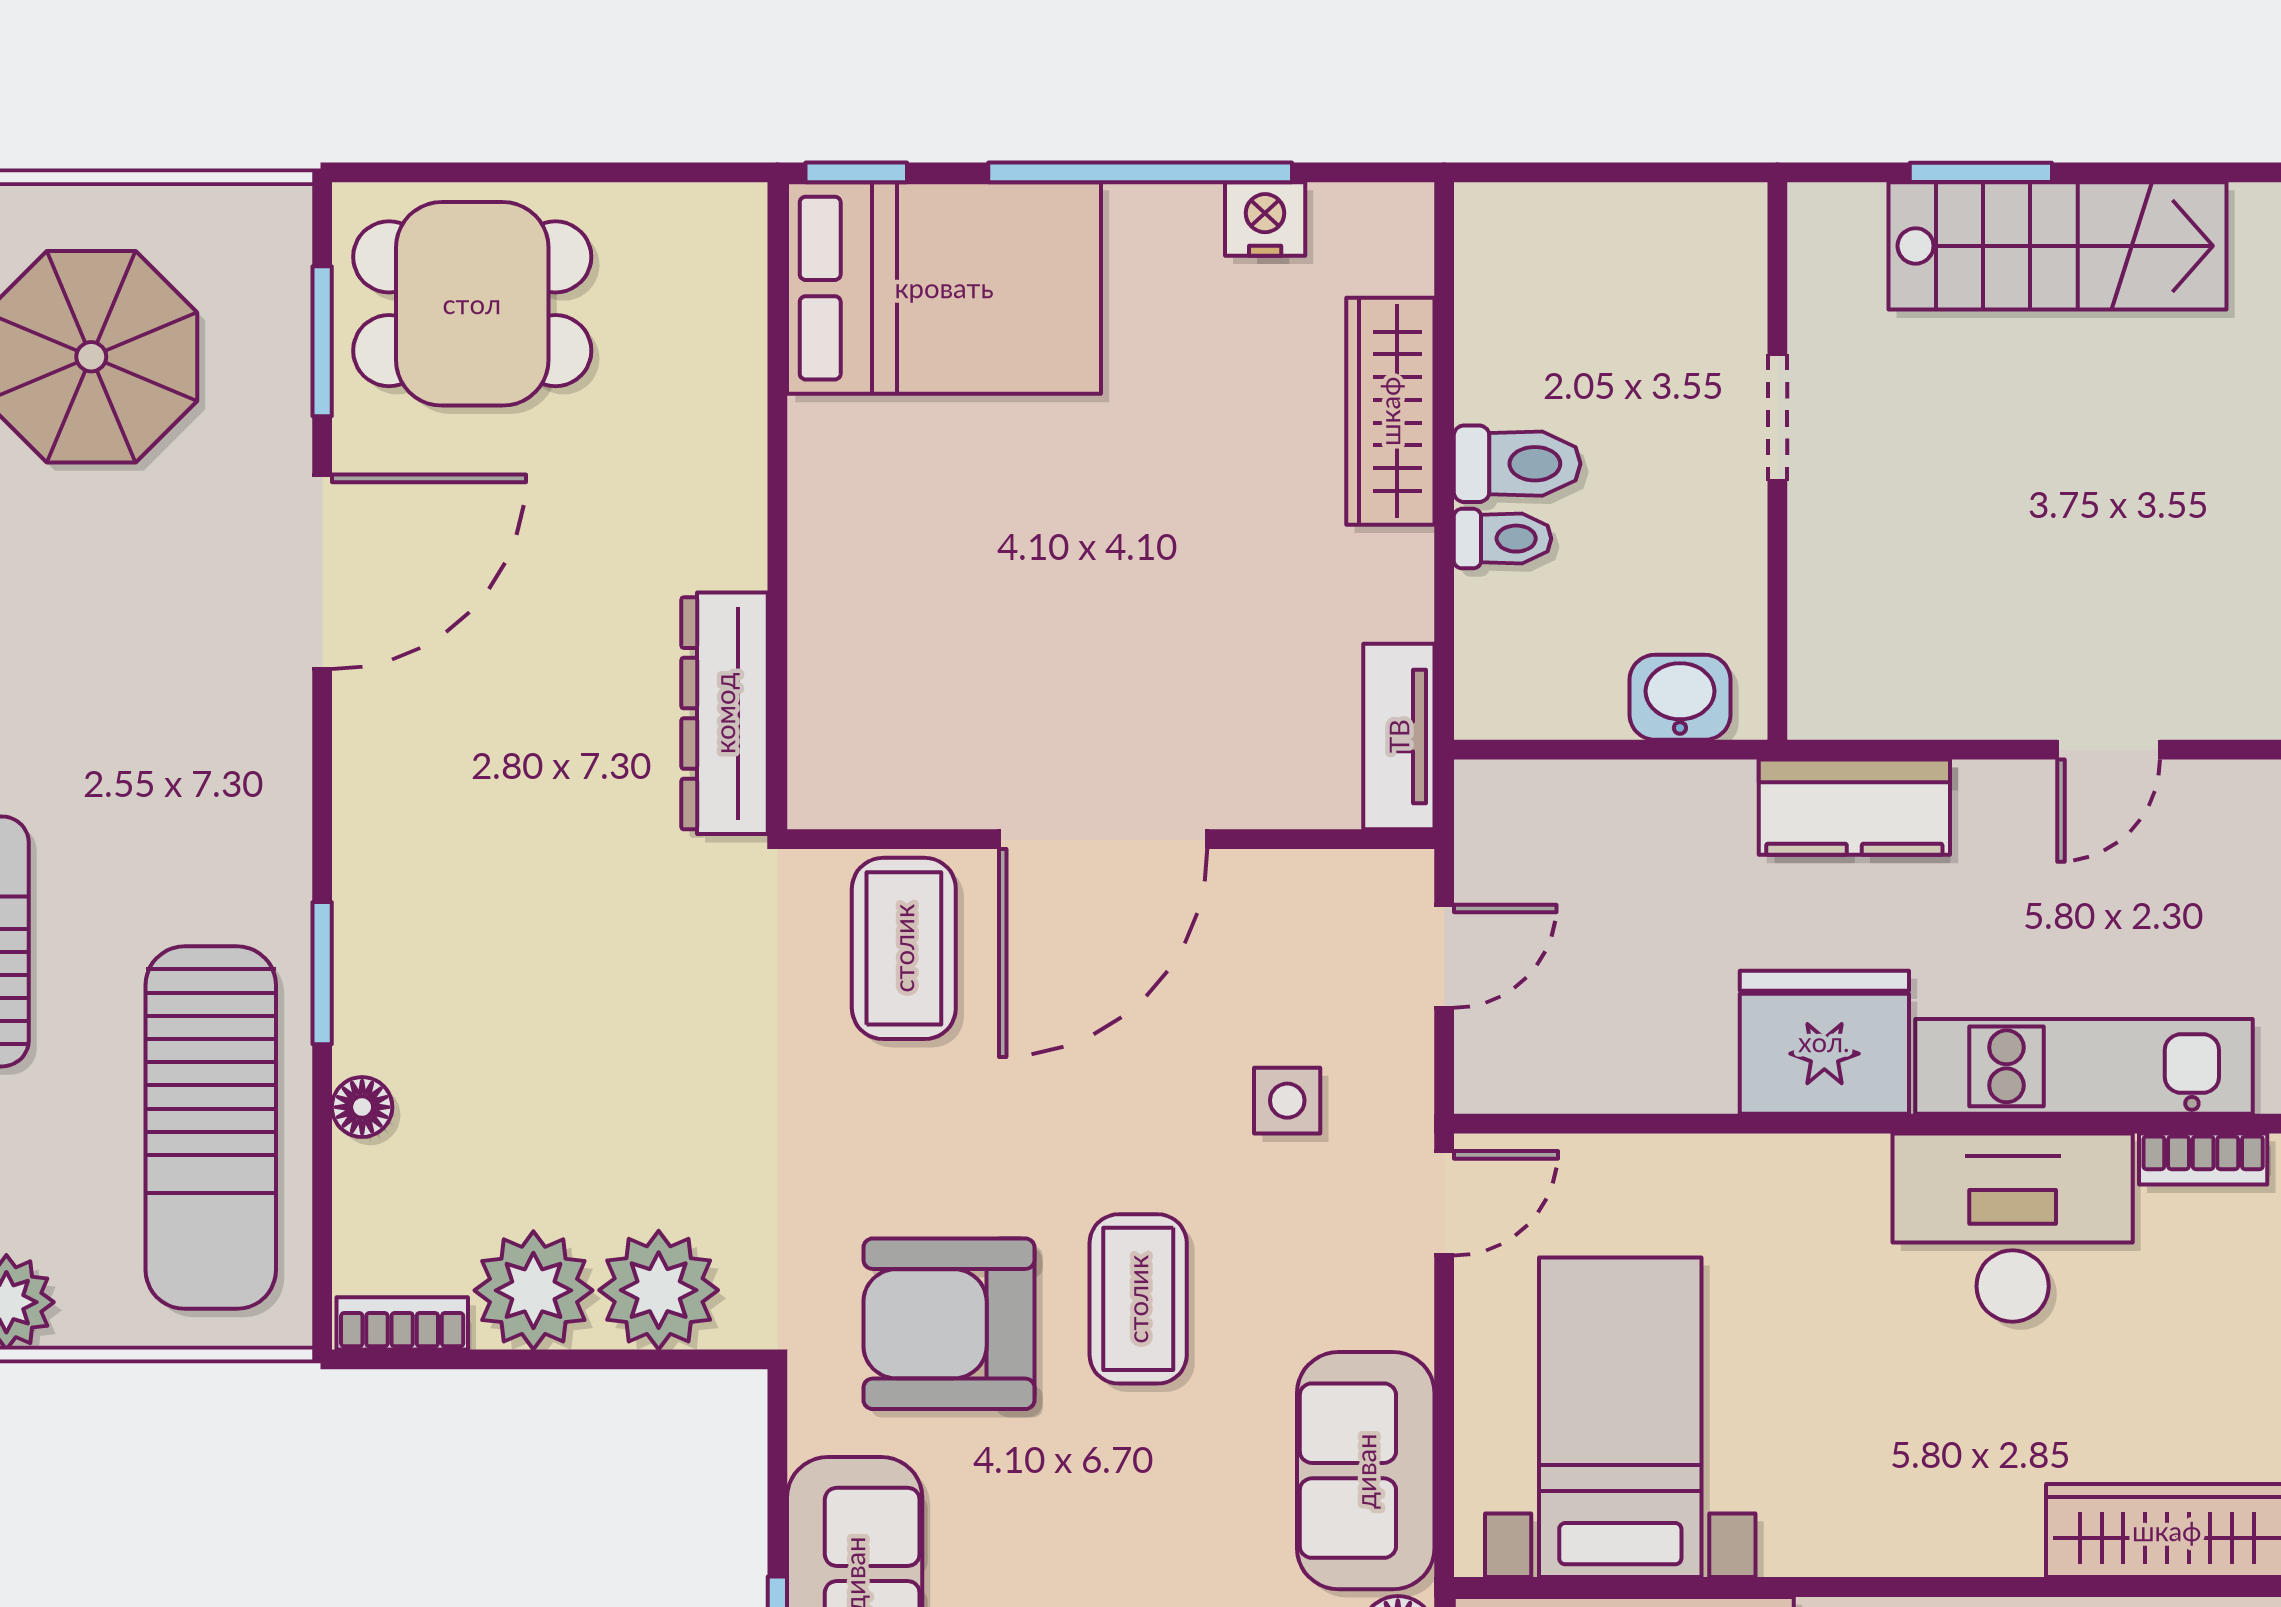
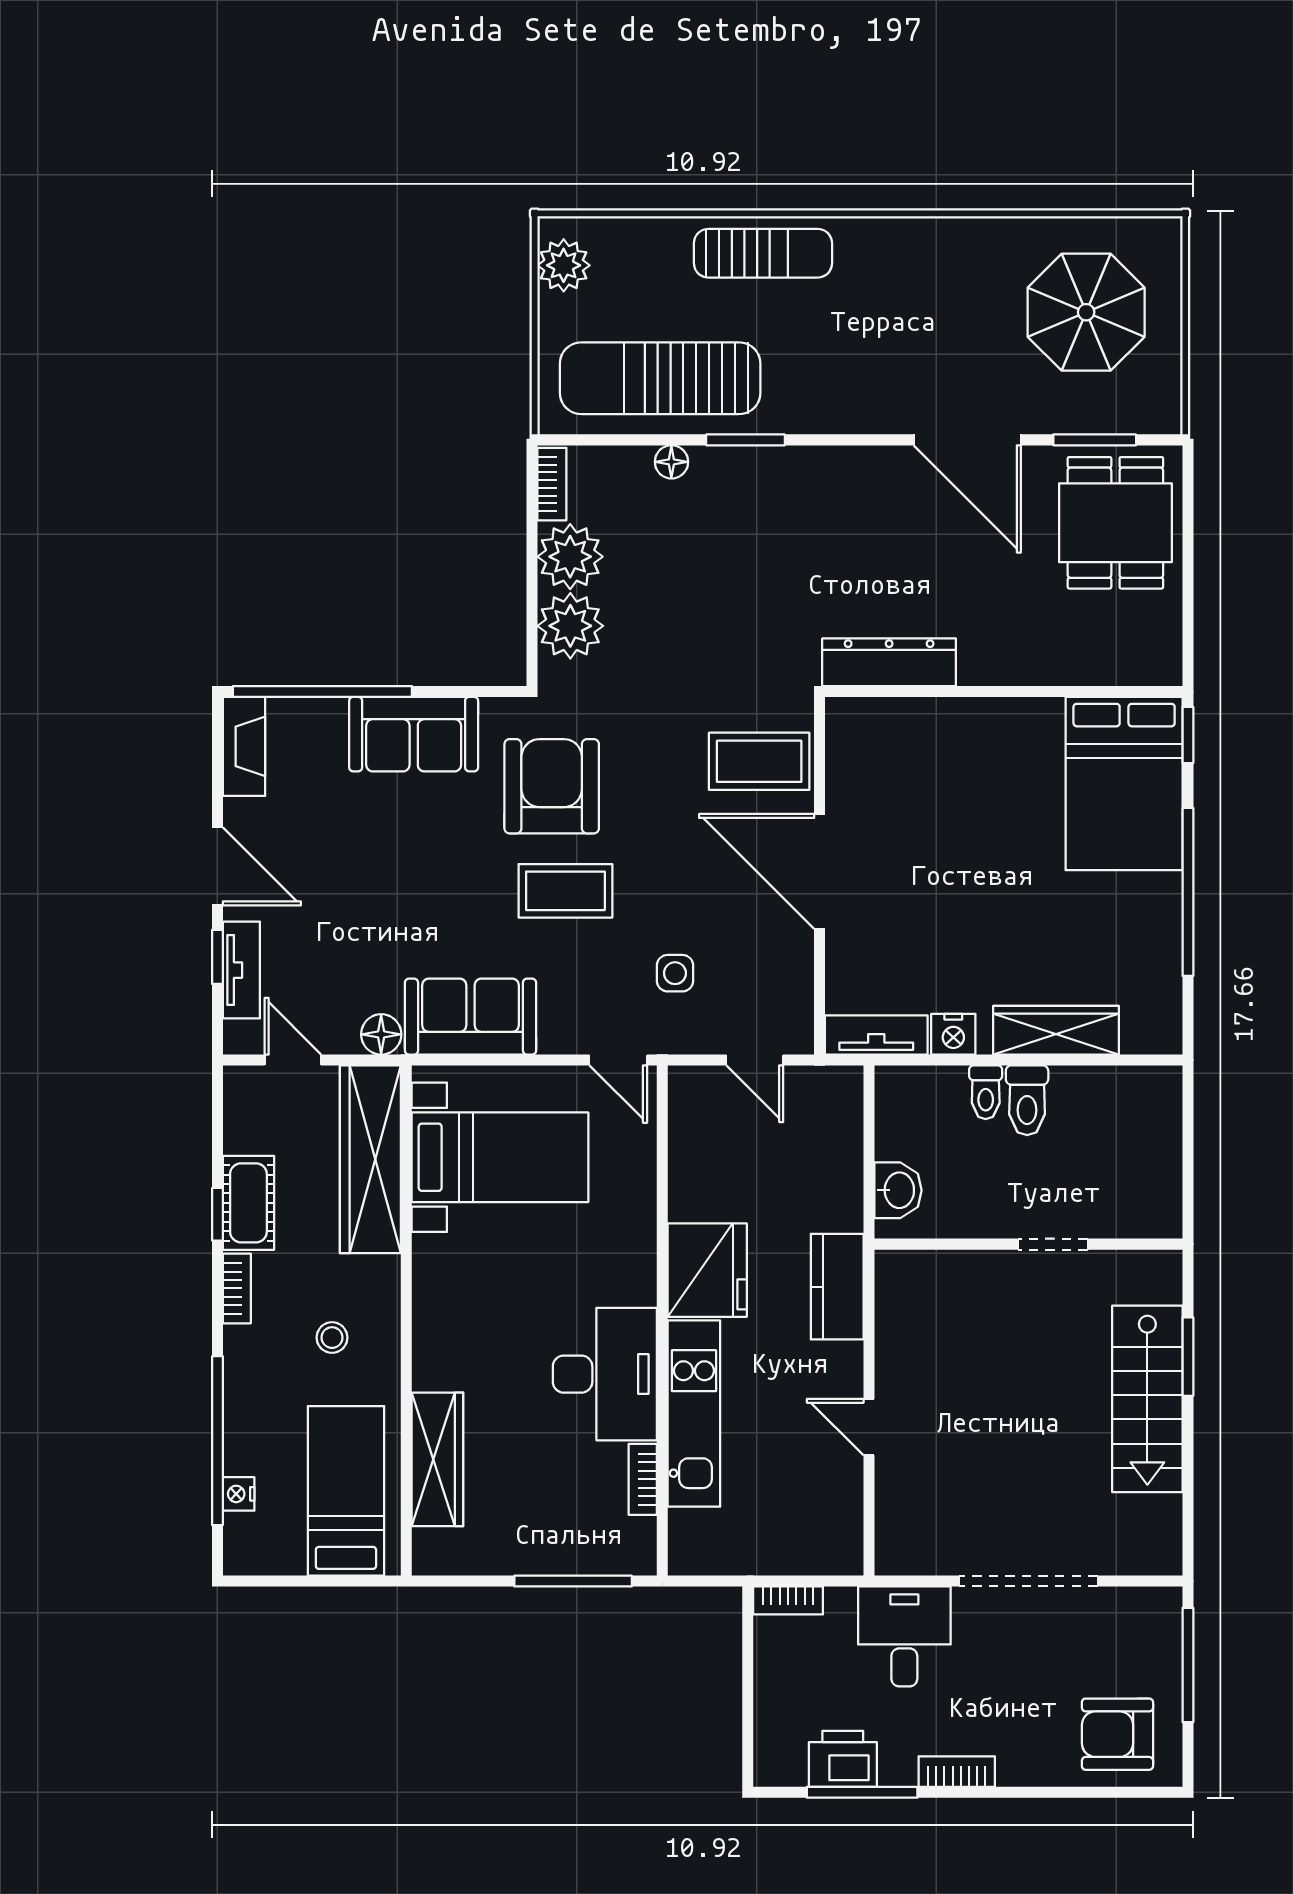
nightstand: (1265, 219) -> (953, 1034), moved, turned 90

